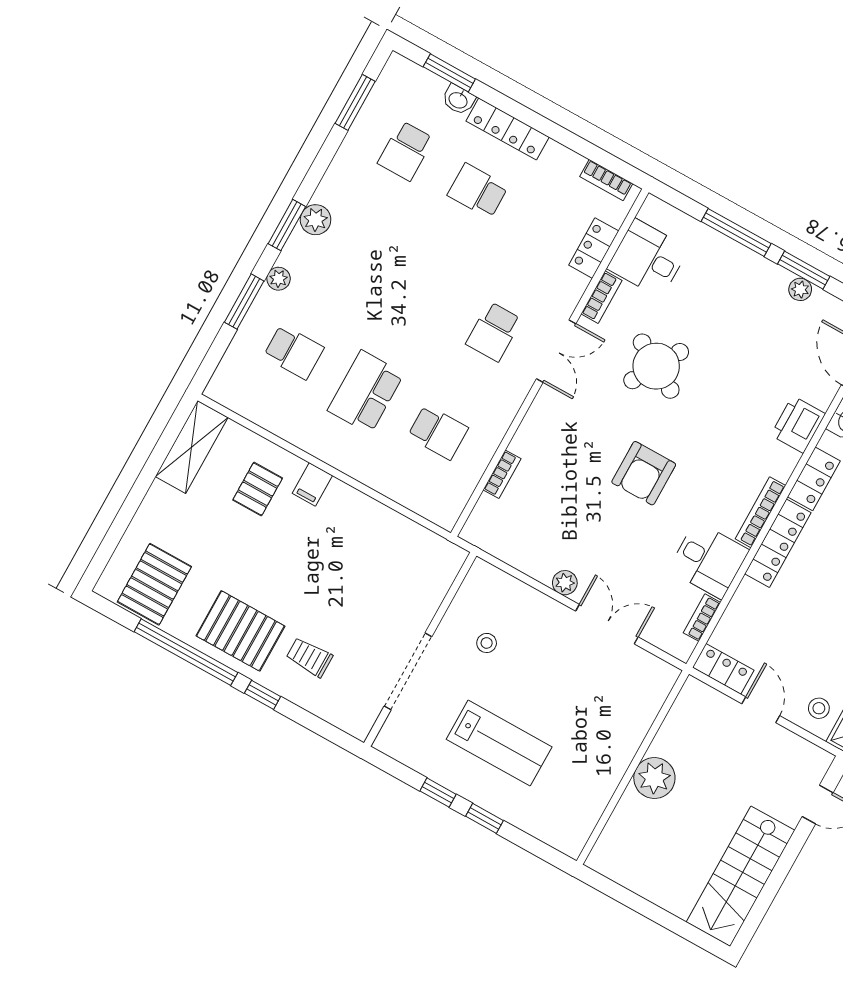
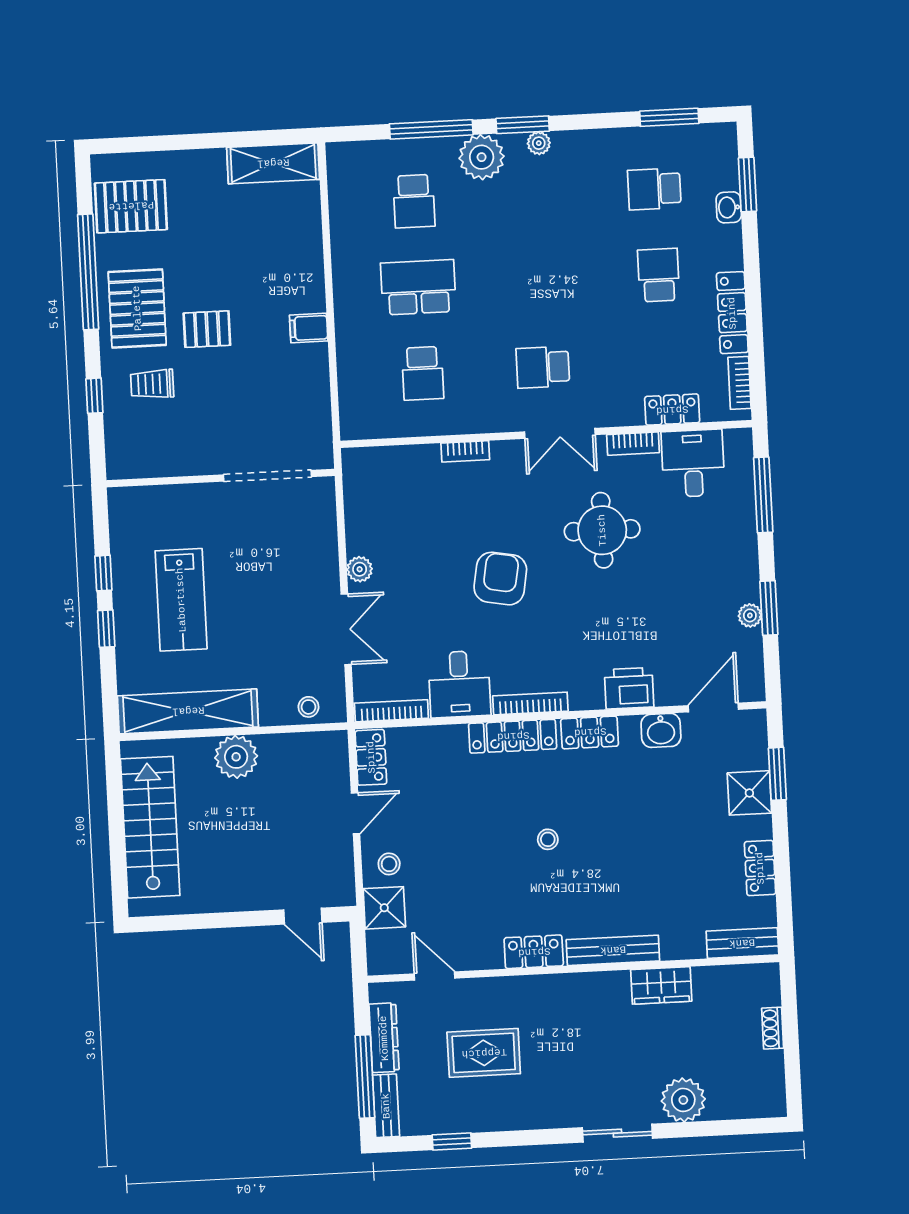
locker: (508, 129) -> (732, 313), moved
plant: (316, 220) -> (539, 143), width x0.73, depth x0.73
window: (736, 233) -> (763, 495), moved
plant: (279, 279) -> (482, 157), width x1.88, depth x1.88
window: (244, 302) -> (431, 129), width x1.44
round table: (656, 366) -> (602, 530), turned -30
armchair: (644, 473) -> (500, 579), turned 100
bookcase: (502, 474) -> (465, 451), moved
filing cabinet: (312, 484) -> (309, 328), moved
pallet: (258, 489) -> (207, 329), moved
bookcase: (702, 618) -> (391, 711), width x1.56
stool: (487, 643) -> (309, 707), moved
trolley: (309, 657) -> (152, 384), turned -90
doorway: (408, 671) -> (267, 476), moved
window: (263, 695) -> (94, 396), moved
shelving: (593, 794) -> (188, 711), added
stairs: (740, 876) -> (150, 827), moved, turned 90

